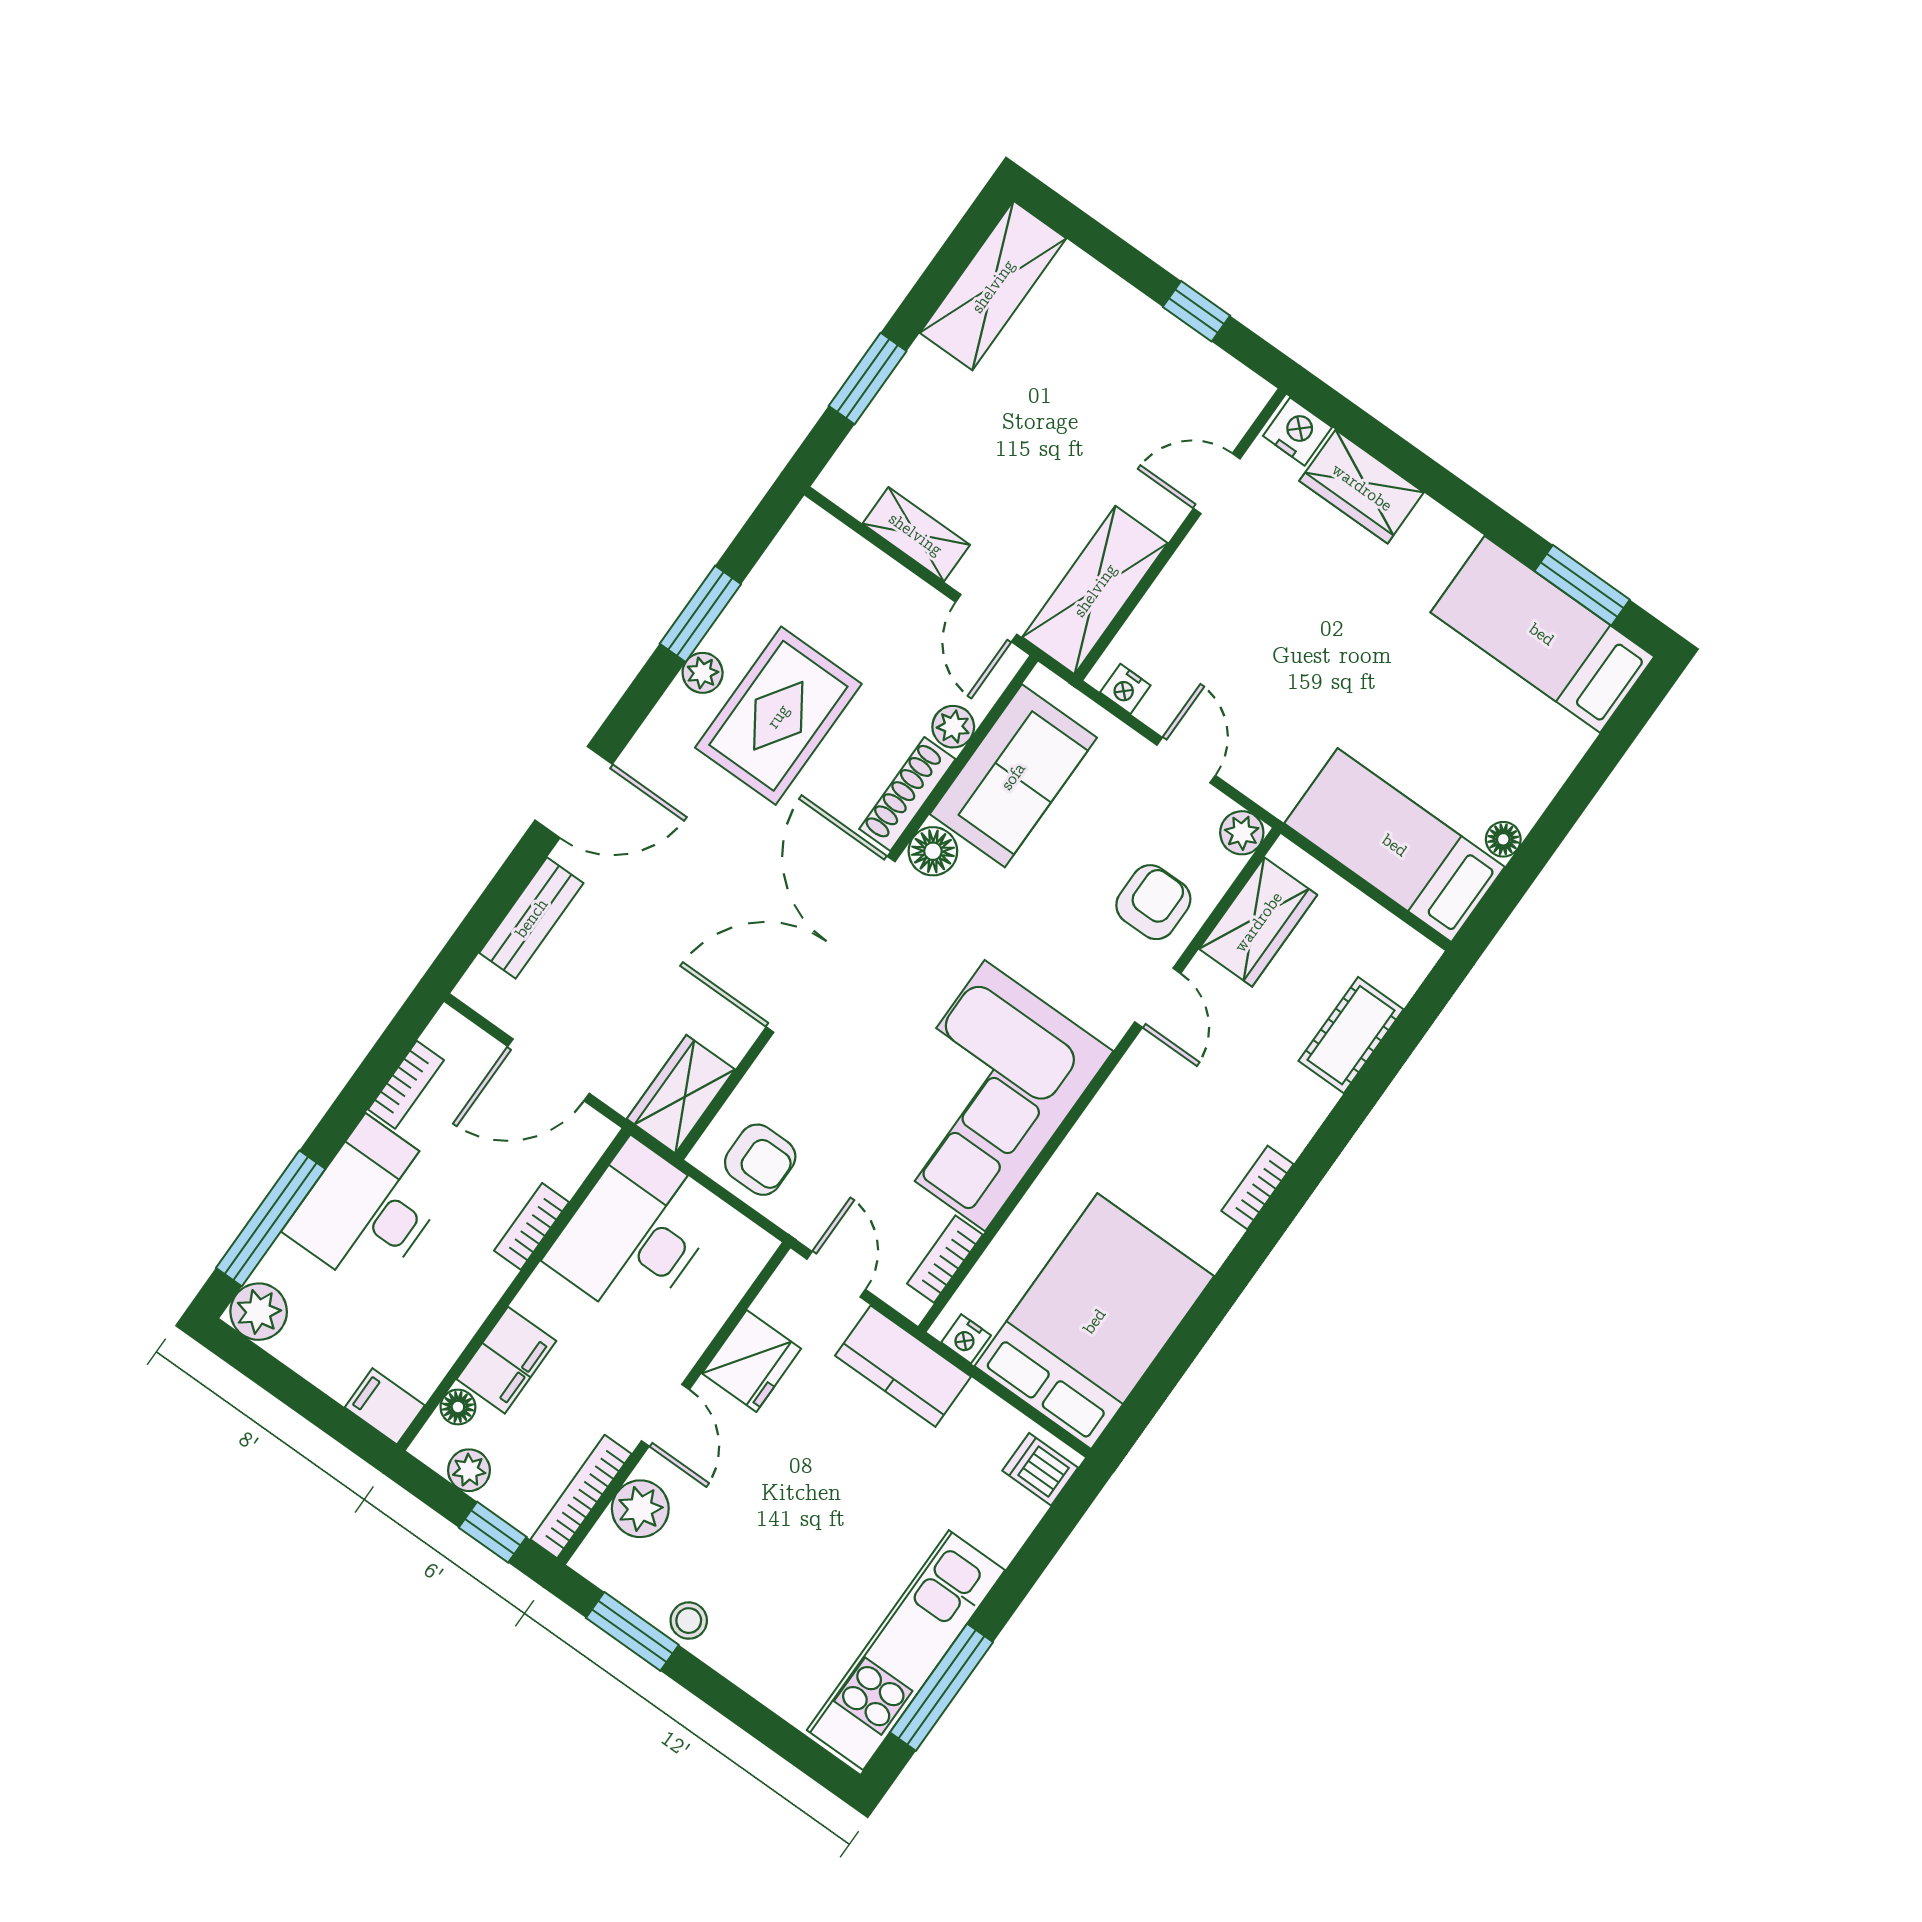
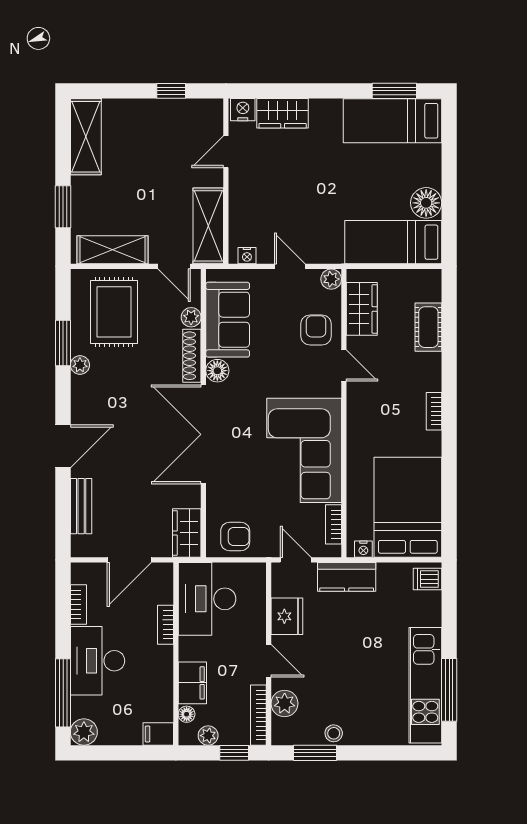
shelving: (916, 534) -> (112, 250), width x1.50, depth x1.33
rug: (778, 716) -> (114, 312), moved
floor lamp: (1503, 839) -> (426, 203), width x1.89, depth x1.89

